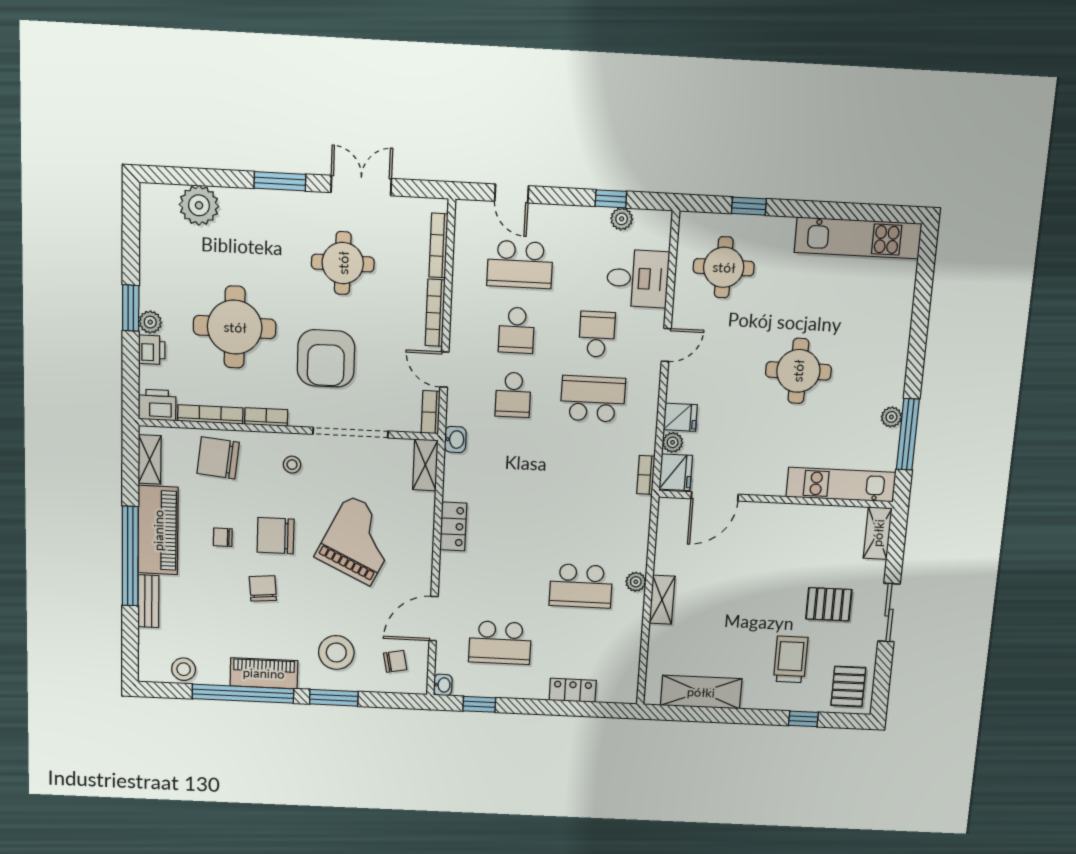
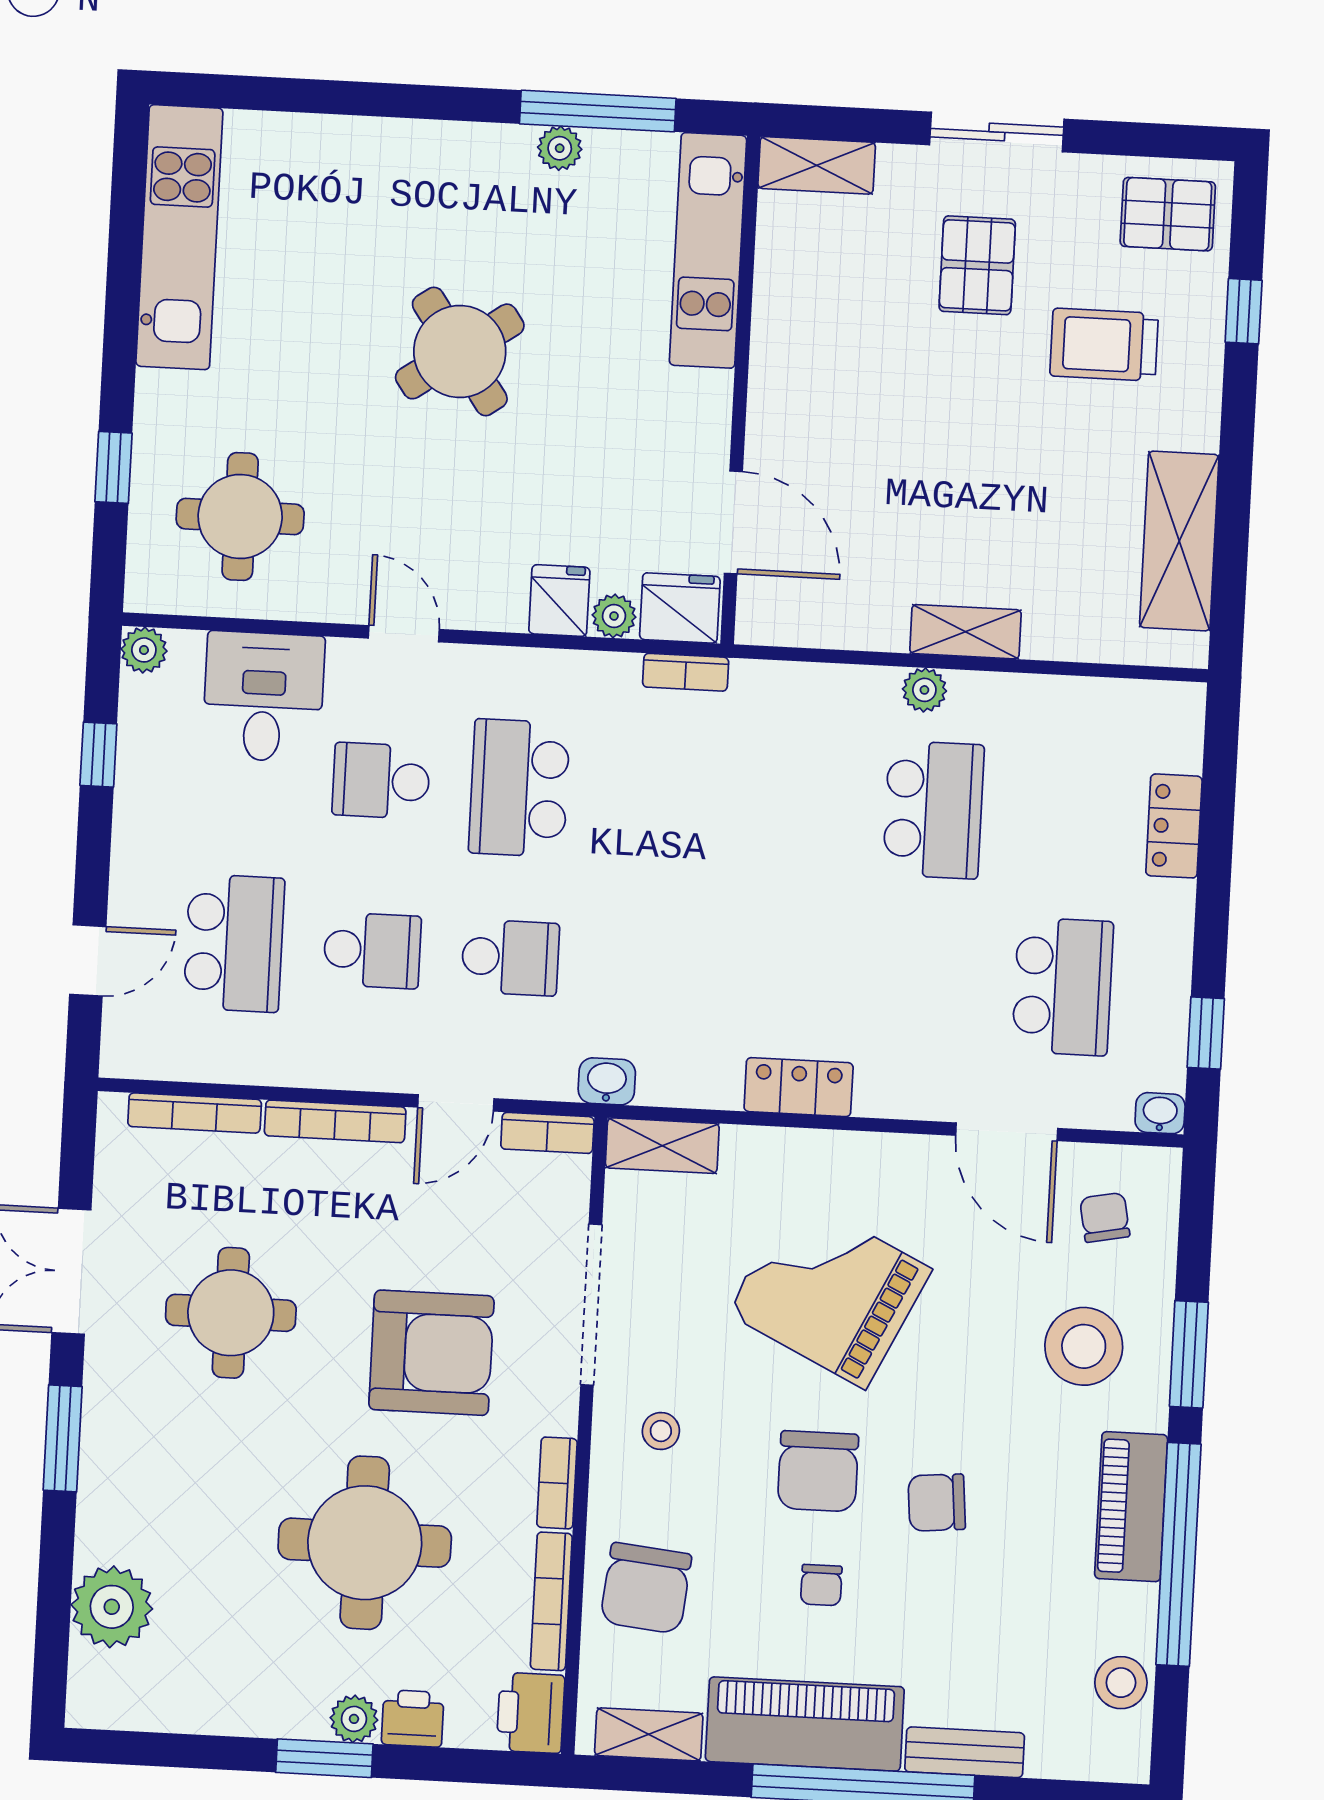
plant: (622, 219) -> (144, 650), moved
round table: (798, 371) -> (460, 351), turned -35

